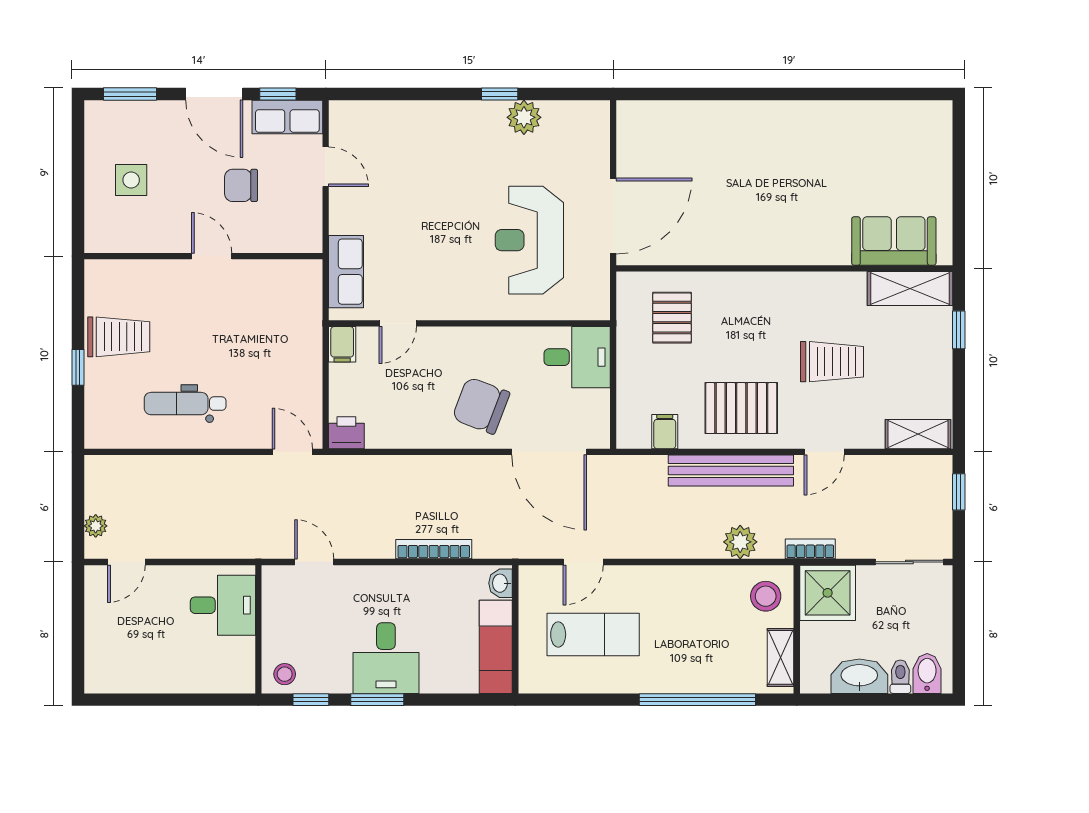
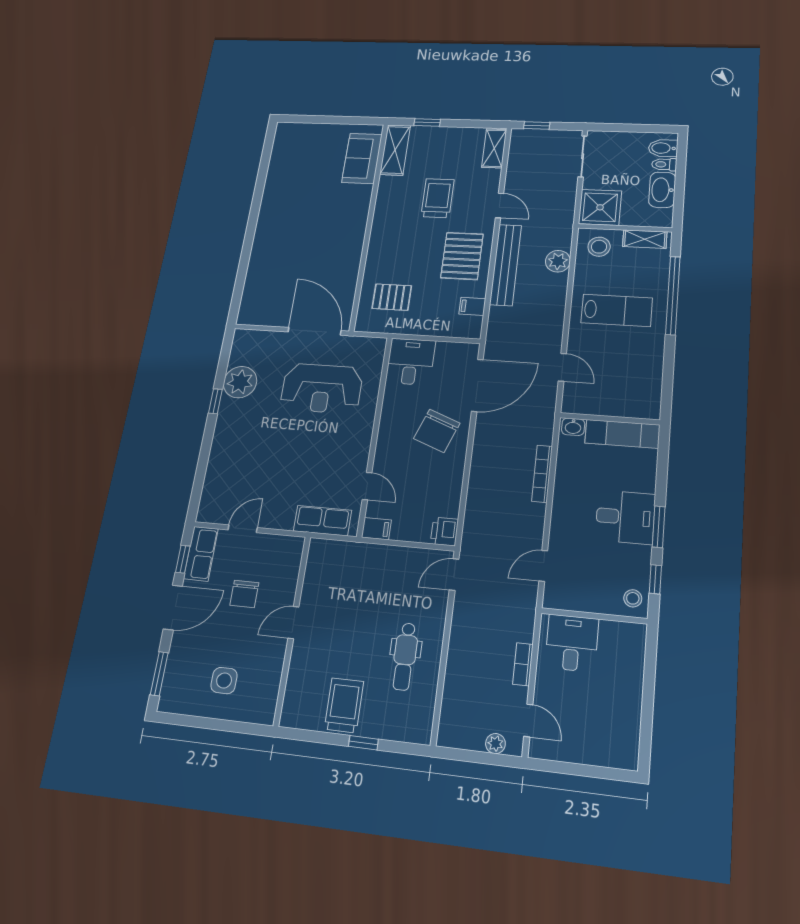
plant: (524, 117) -> (240, 382), width x1.36, depth x1.36
bookcase: (810, 549) -> (523, 664), moved
lab bench: (593, 634) -> (617, 310), moved, turned 90

